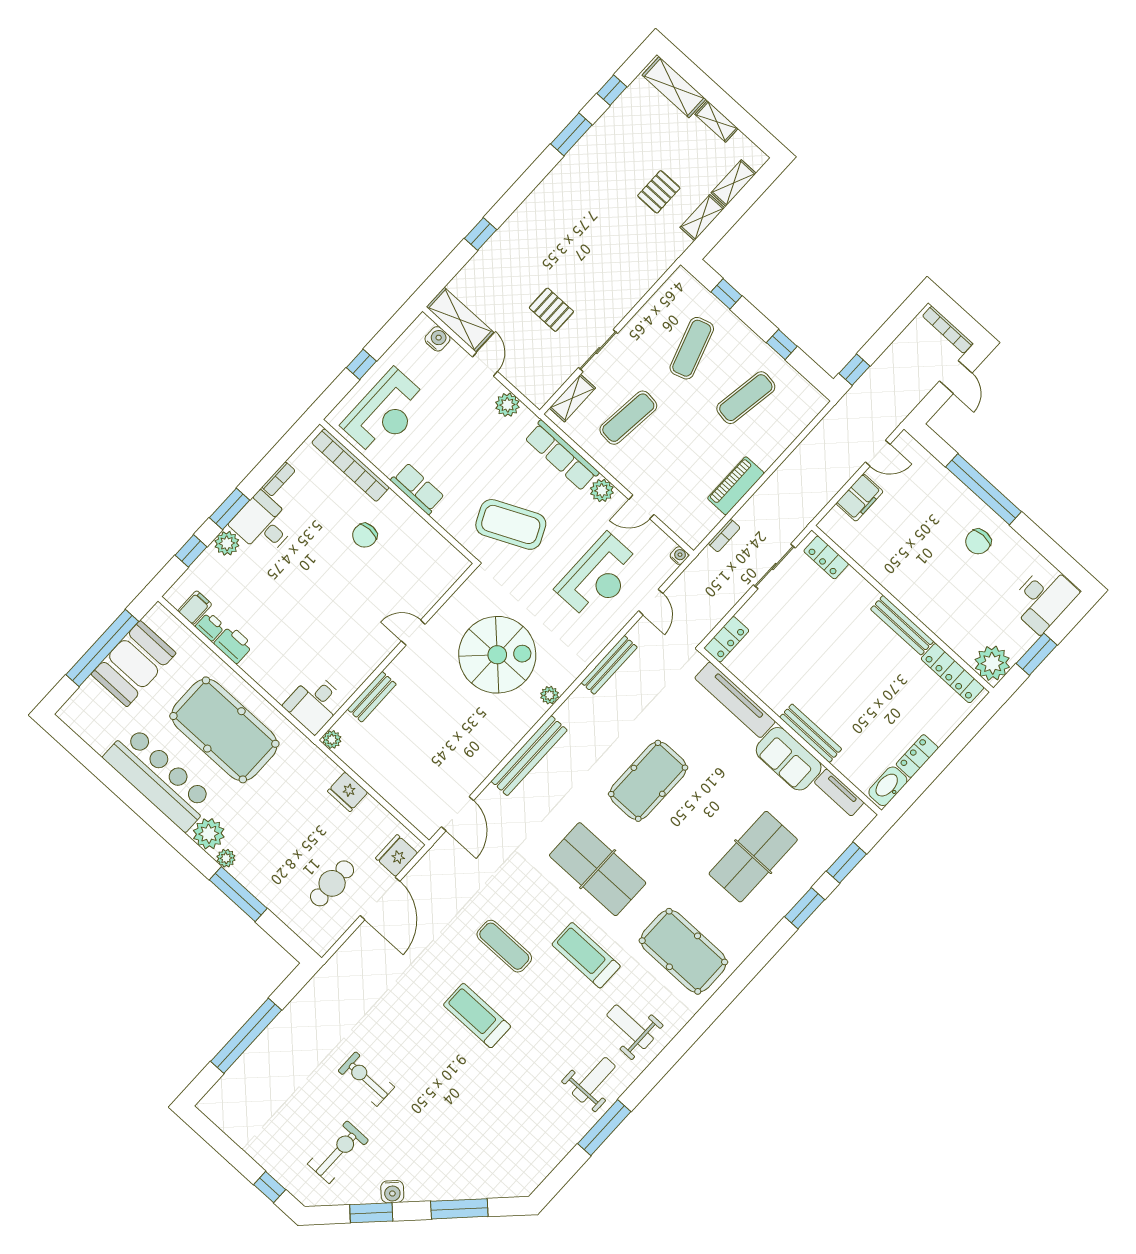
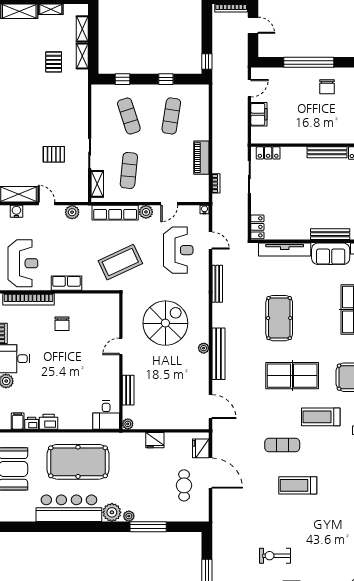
plant: (550, 695) -> (204, 348), moved

